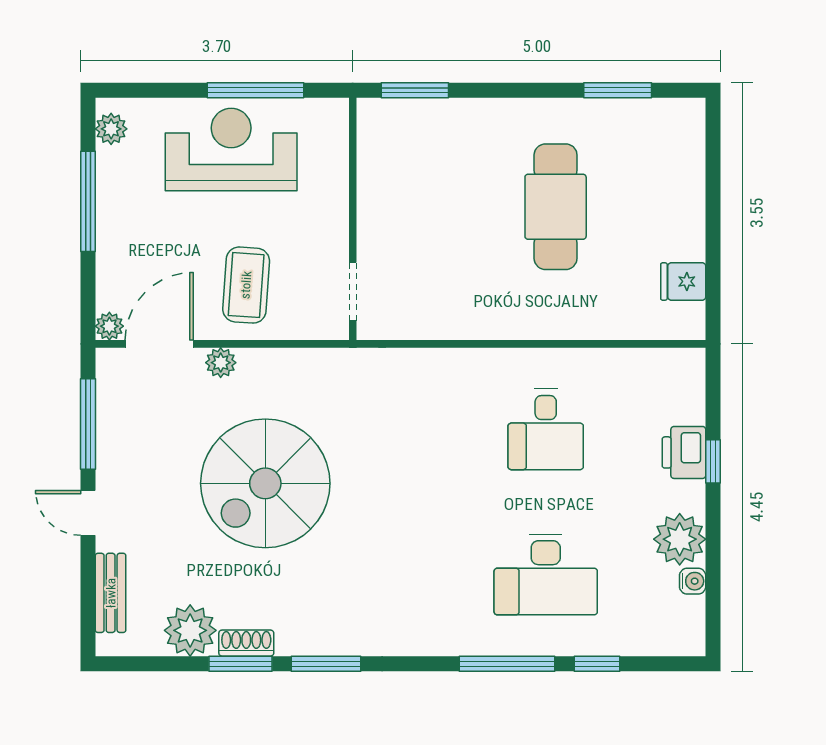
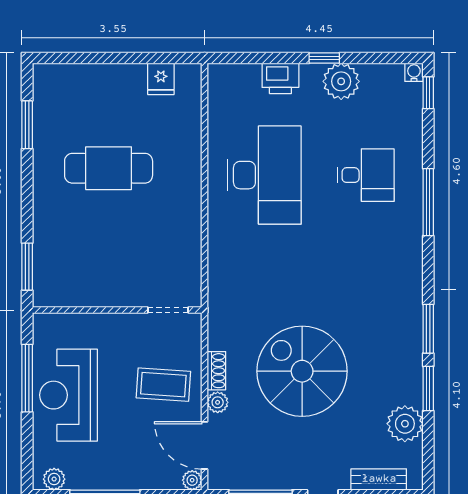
desk: (546, 429) -> (264, 175), width x1.87, depth x1.30
window: (713, 461) -> (324, 58), moved
spiral stairs: (265, 483) -> (302, 371), turned 180
desk: (546, 575) -> (366, 175), width x0.73
water cooler: (693, 581) -> (414, 72), moved
shoe rack: (246, 643) -> (216, 371), moved, turned 180
window: (597, 664) -> (428, 93), moved

